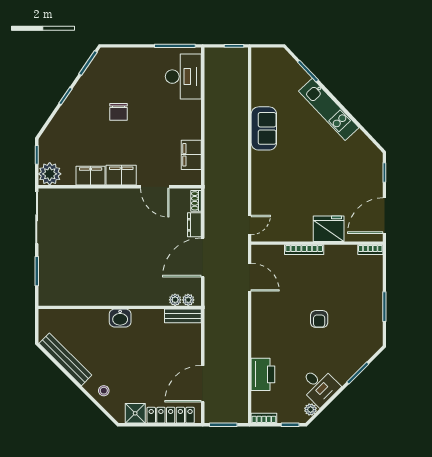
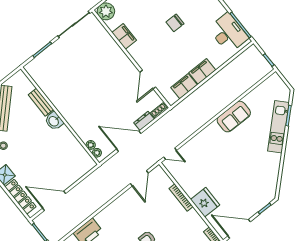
desk: (183, 77) -> (228, 33), moved, turned -90
kitchen unit: (329, 109) -> (278, 127), moved
filing cabinet: (121, 175) -> (202, 71), moved, turned -90
bench: (183, 316) -> (41, 102), moved

